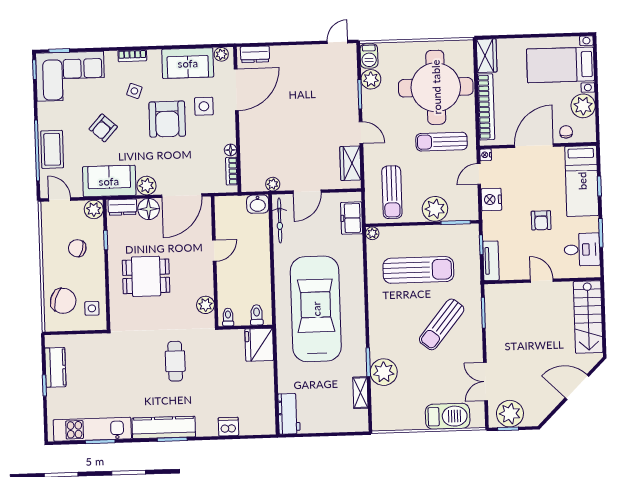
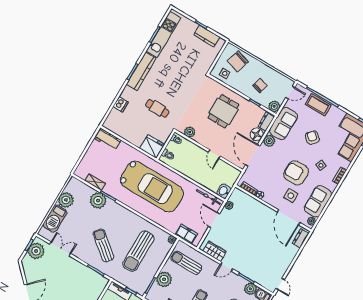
cafe table: (175, 361) -> (157, 108), moved
plant: (412, 418) -> (66, 200), added

